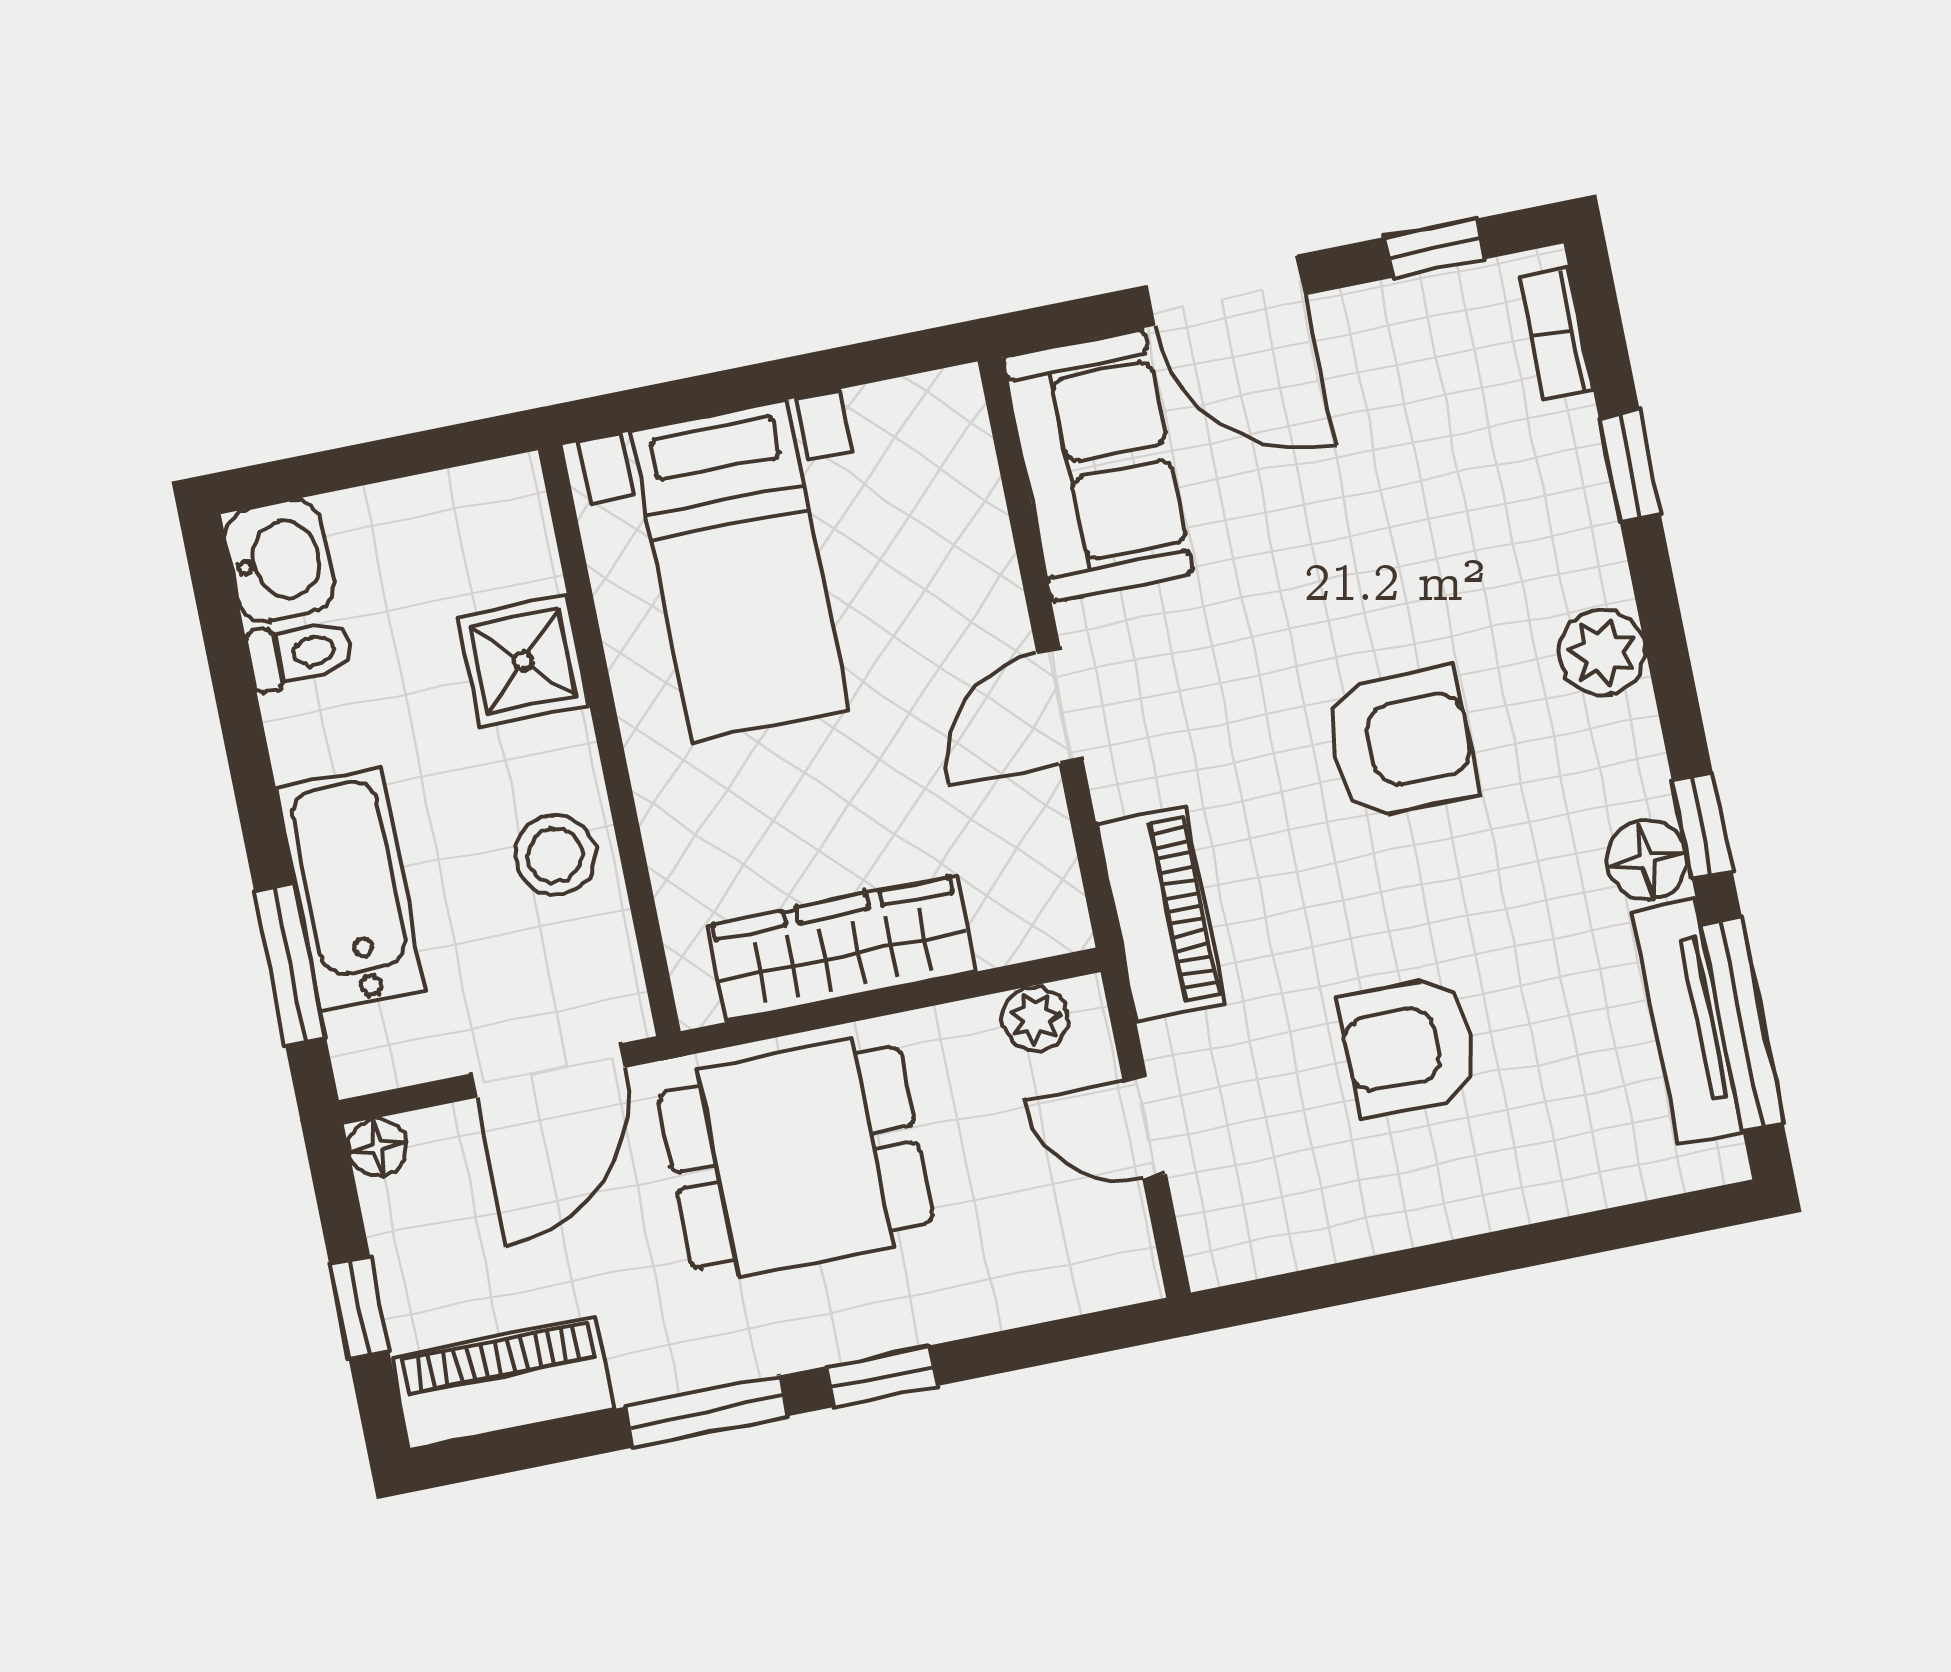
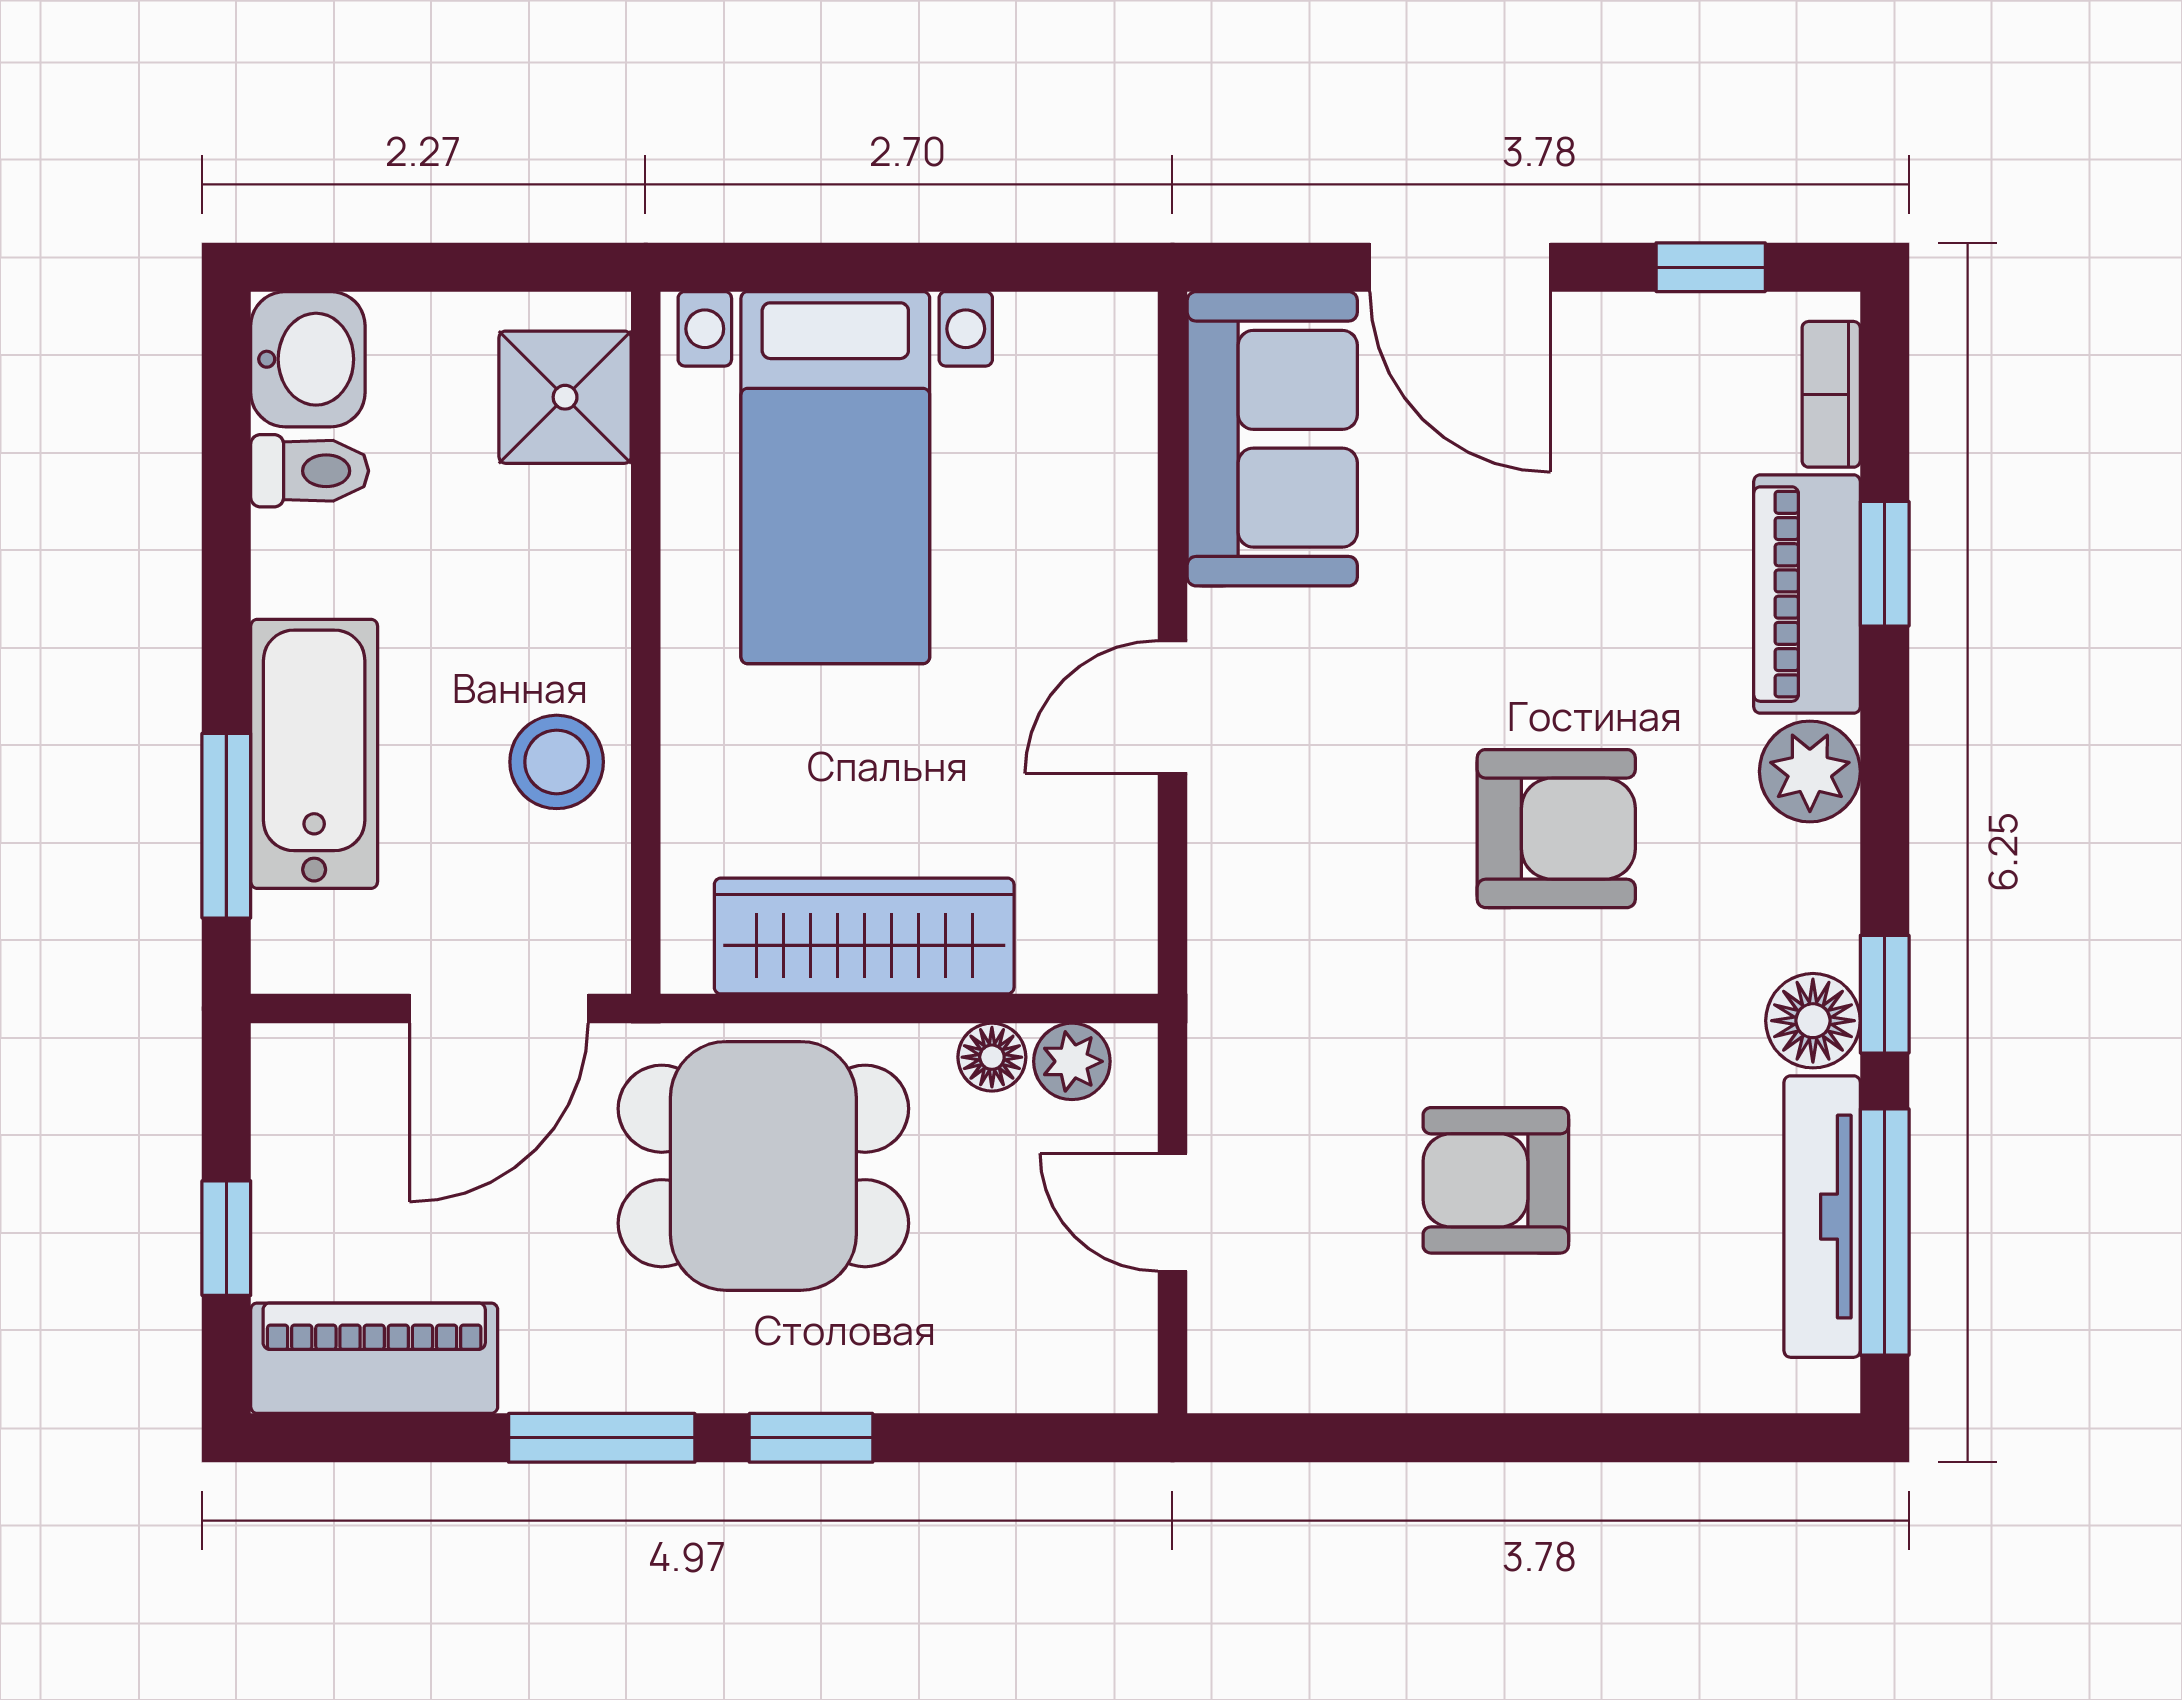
shower: (523, 661) -> (565, 397), moved
piano: (1160, 913) -> (1807, 594), moved, turned 180
floor lamp: (378, 1147) -> (992, 1057), moved

